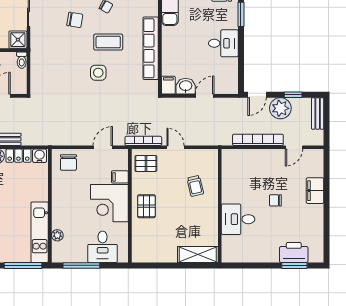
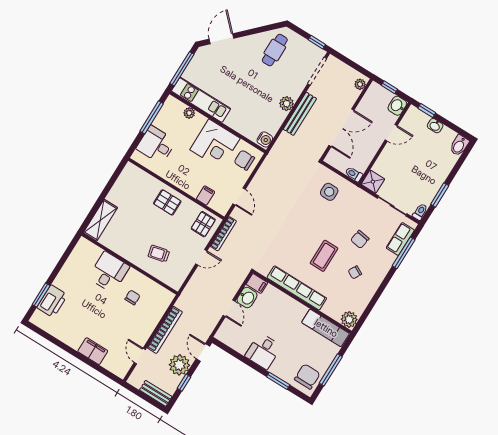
side table: (98, 73) -> (329, 192), moved
locker: (18, 156) -> (276, 122), removed
chair: (275, 200) -> (132, 297), moved
corner desk: (109, 203) -> (215, 144), moved, turned 180

